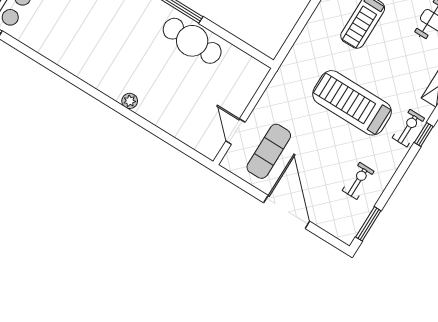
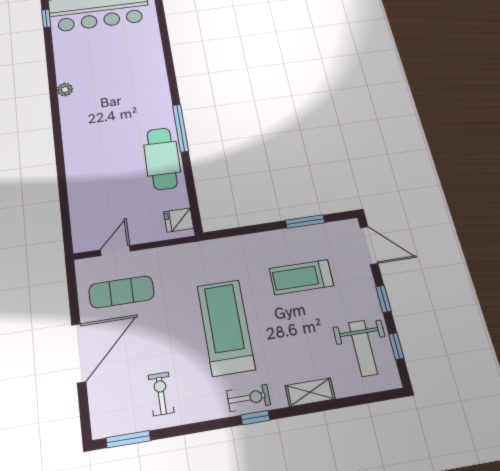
fridge: (250, 69) -> (179, 220), added
plant: (130, 101) -> (65, 90), moved
exercise bike: (358, 181) -> (161, 394), turned -90

